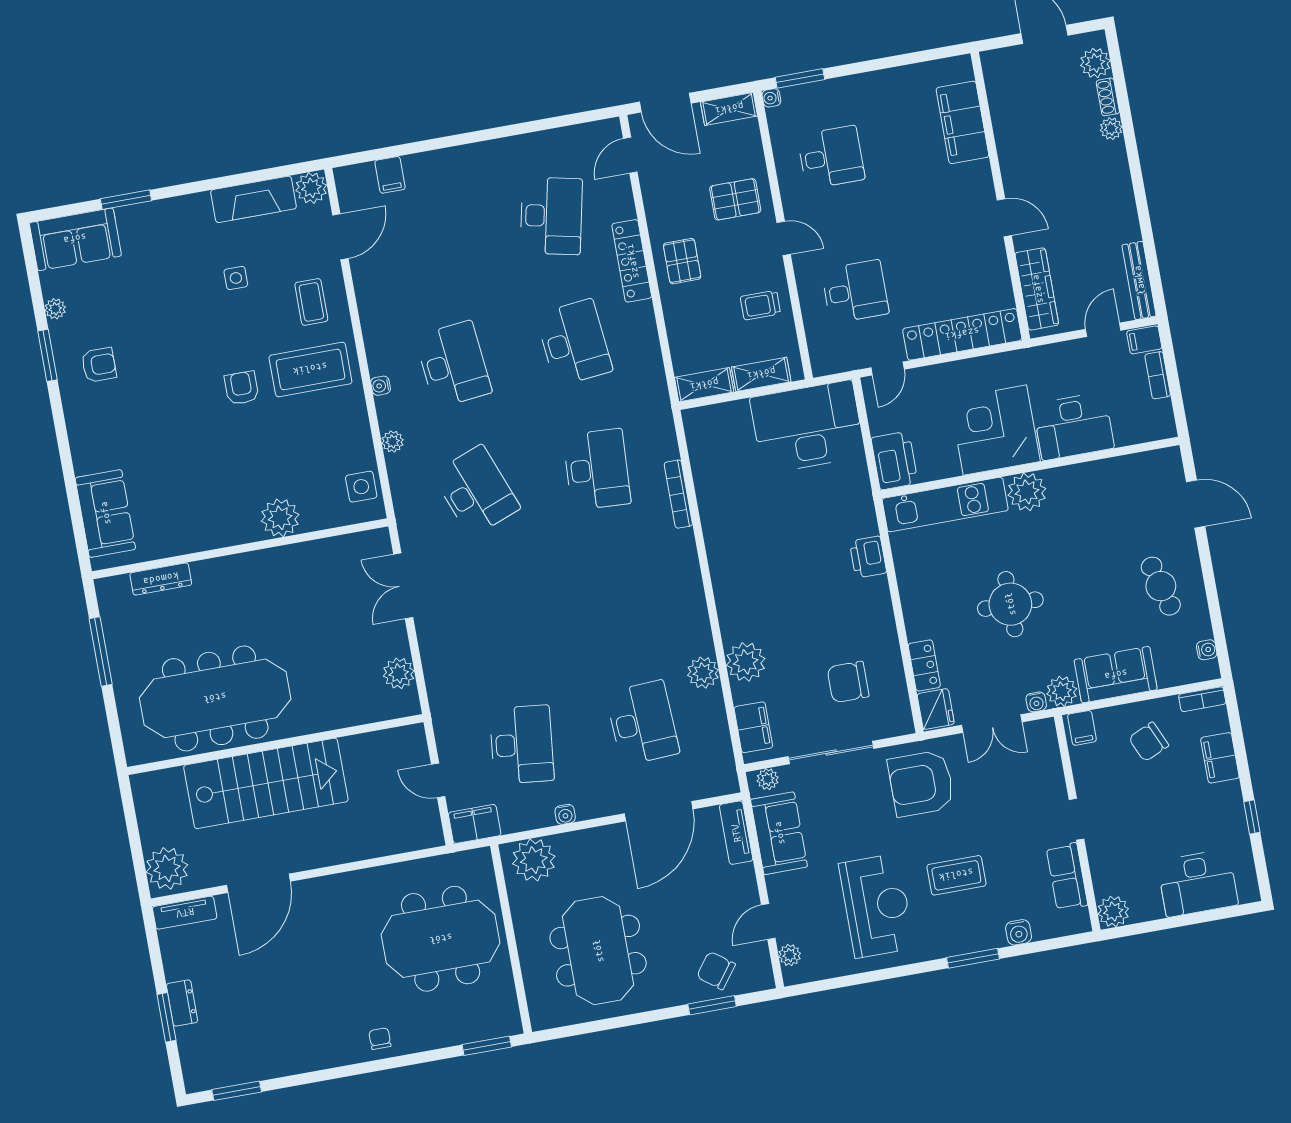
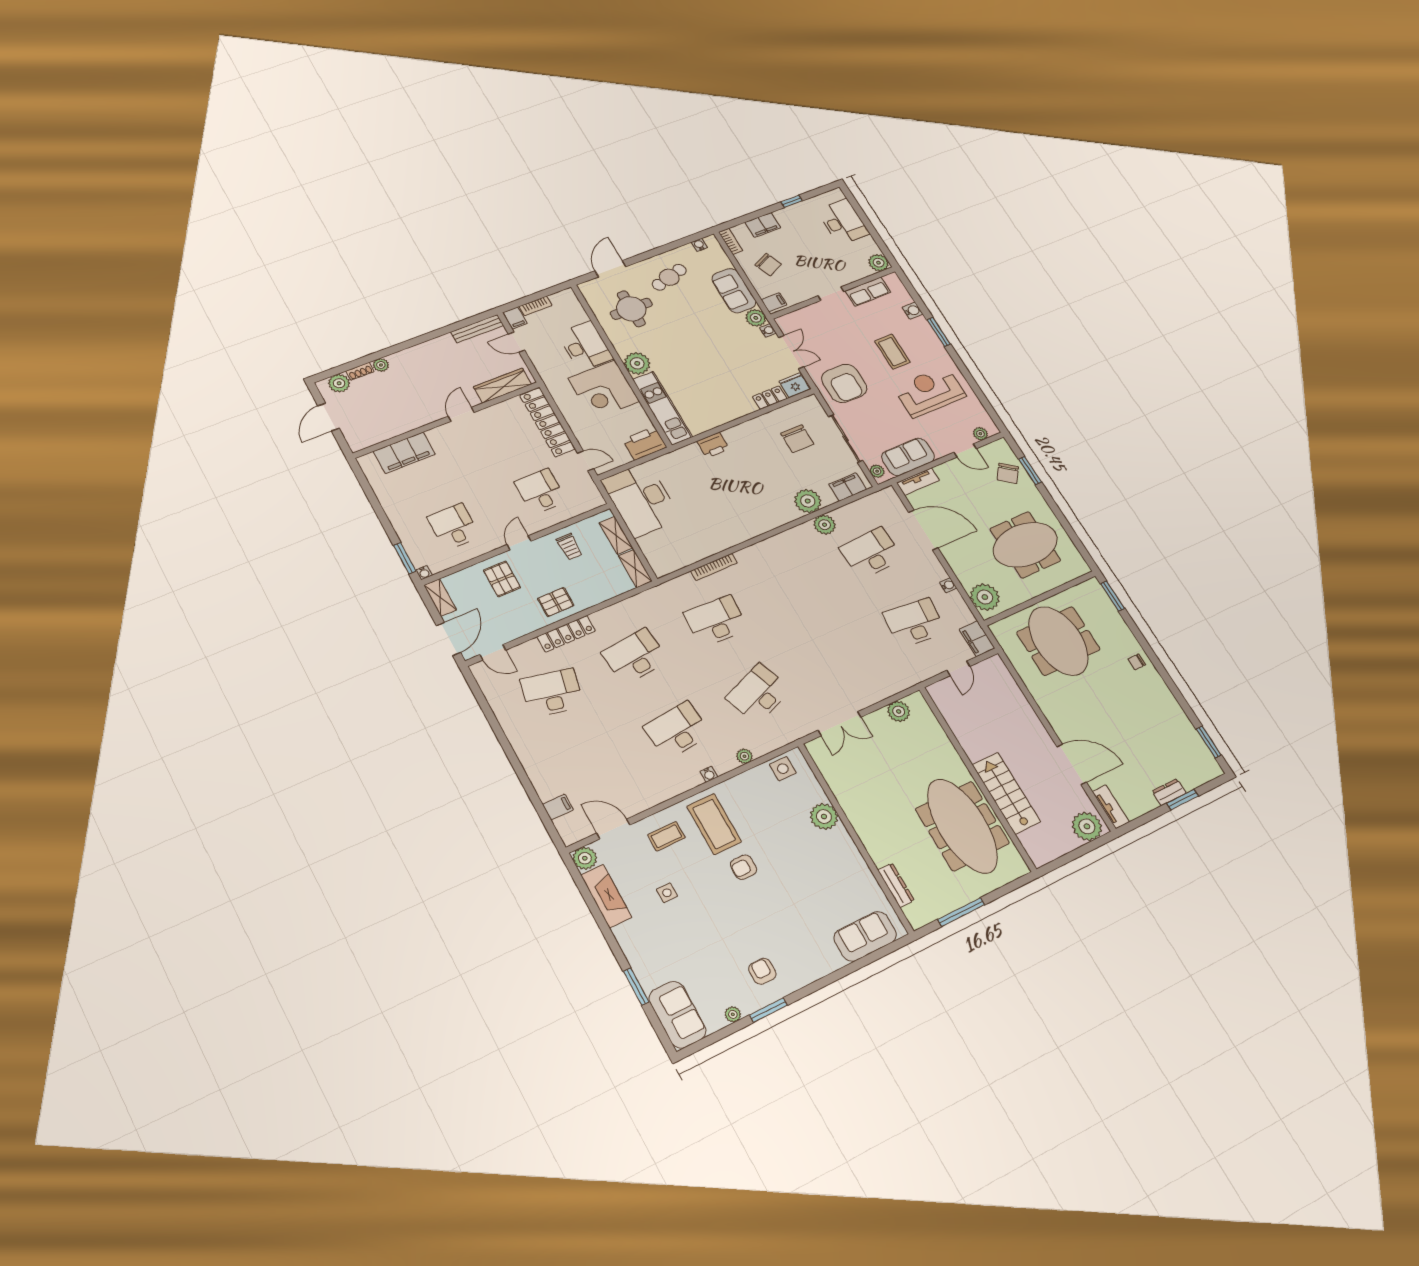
round table: (1010, 604) -> (631, 309), moved
stairs: (266, 783) -> (1006, 793), width x0.73, depth x0.66

